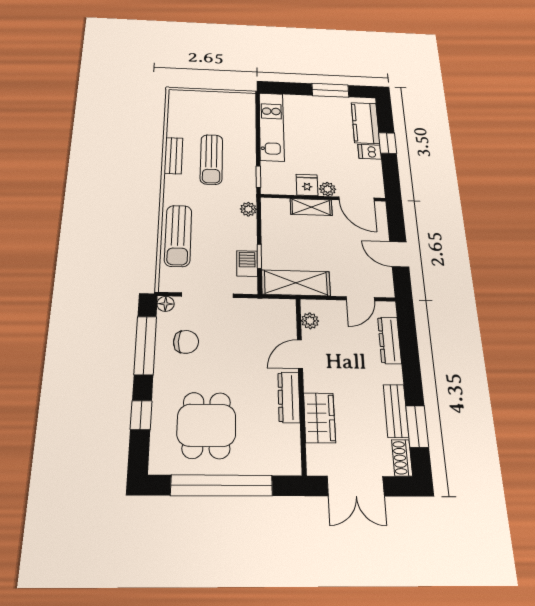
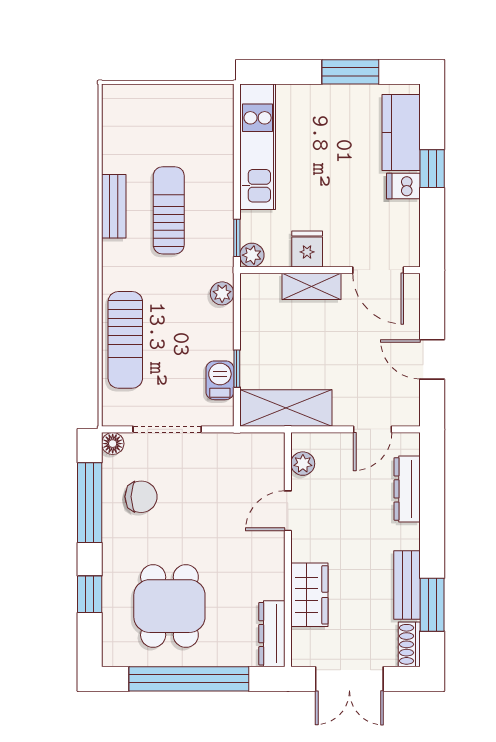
sun lounger: (211, 159) -> (169, 210), turned 180
plant: (328, 189) -> (252, 255), moved
dresser: (289, 397) -> (272, 634), moved

